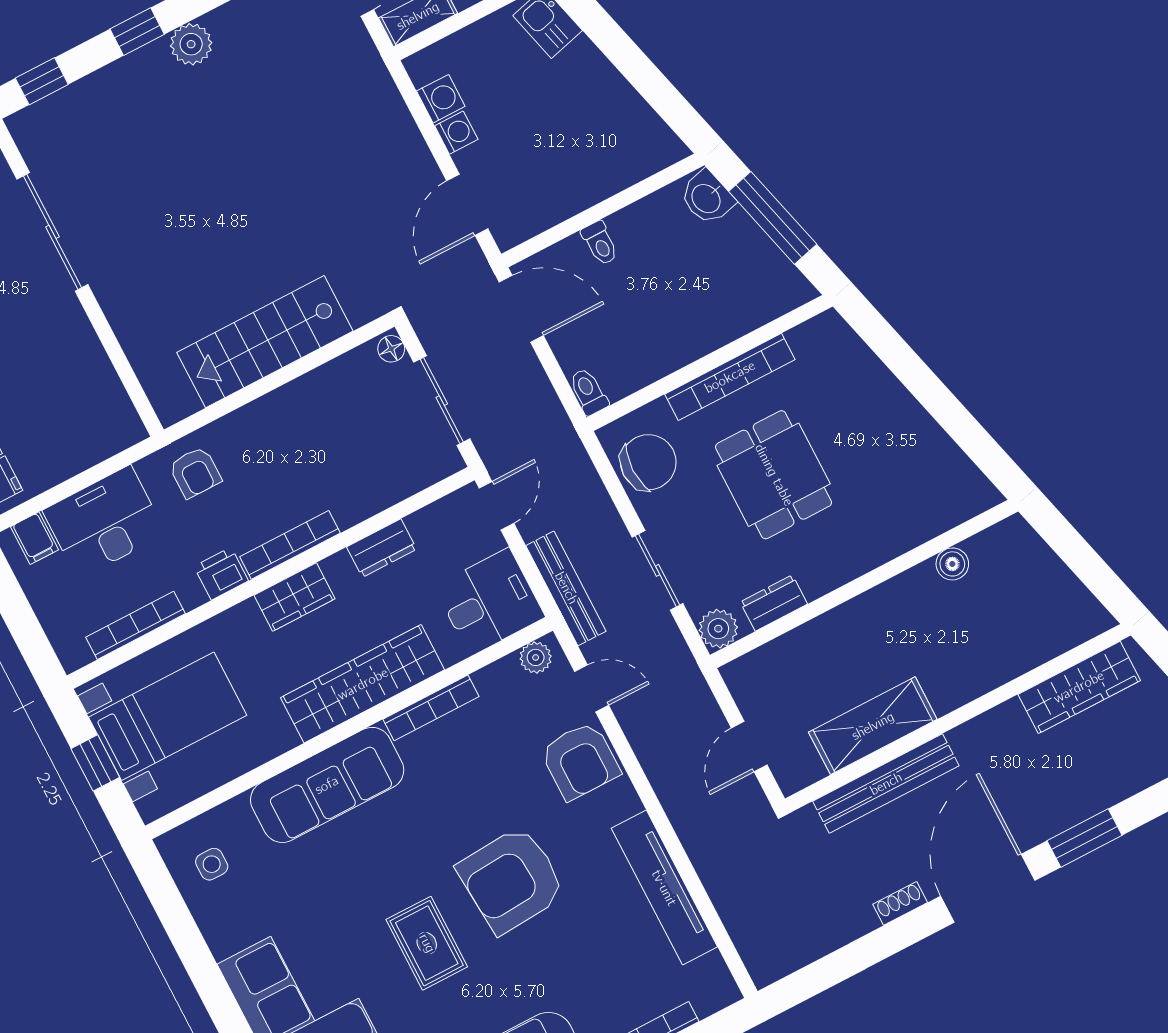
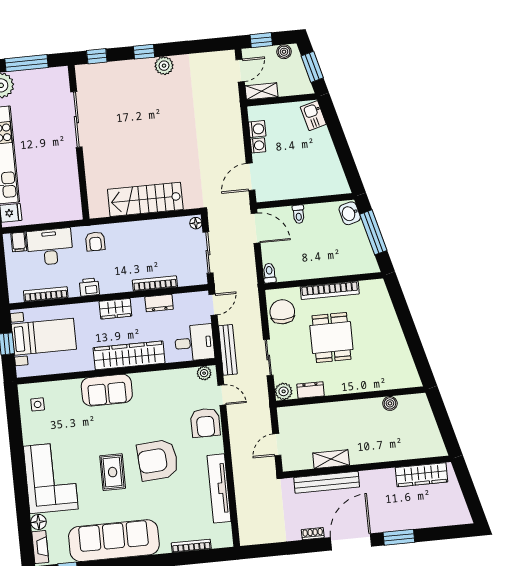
chair: (648, 462) -> (282, 312), turned -90
bookcase: (290, 545) -> (155, 283), moved
bookcase: (431, 708) -> (153, 377), removed
shelving: (873, 726) -> (331, 459), width x0.67, depth x0.75
sofa: (327, 785) -> (107, 390), width x0.73

